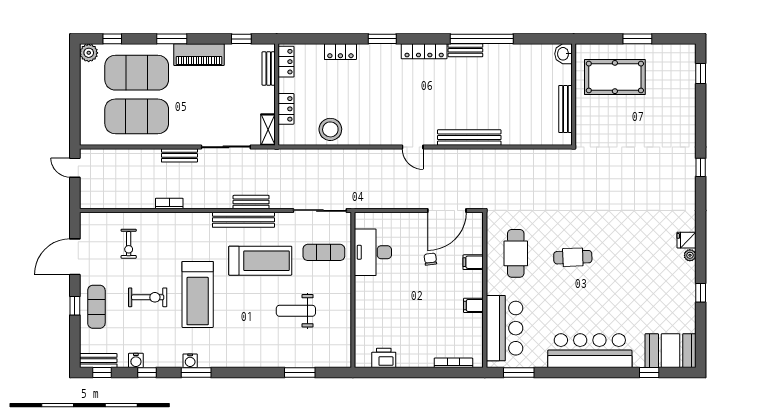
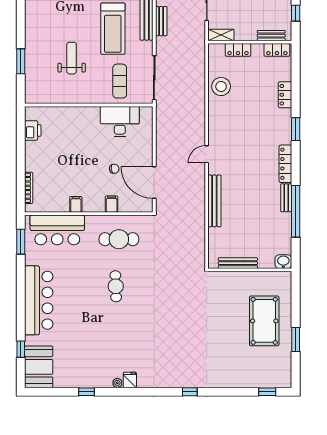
washbasin: (564, 54) -> (283, 262), moved
wall: (574, 95) -> (250, 270), moved
bench: (565, 109) -> (238, 263), moved

